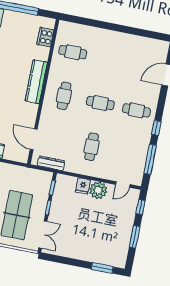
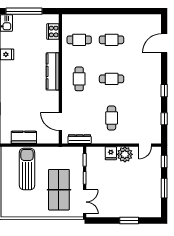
cafe table: (136, 110) -> (112, 40), moved
window: (150, 159) -> (164, 119), width x0.46
window: (102, 268) -> (129, 221), moved

